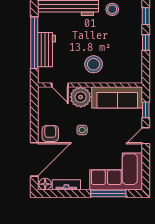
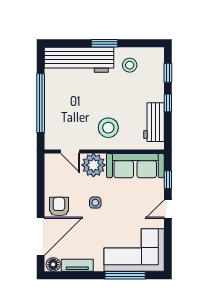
workbench: (46, 50) -> (154, 122), moved, turned 180

